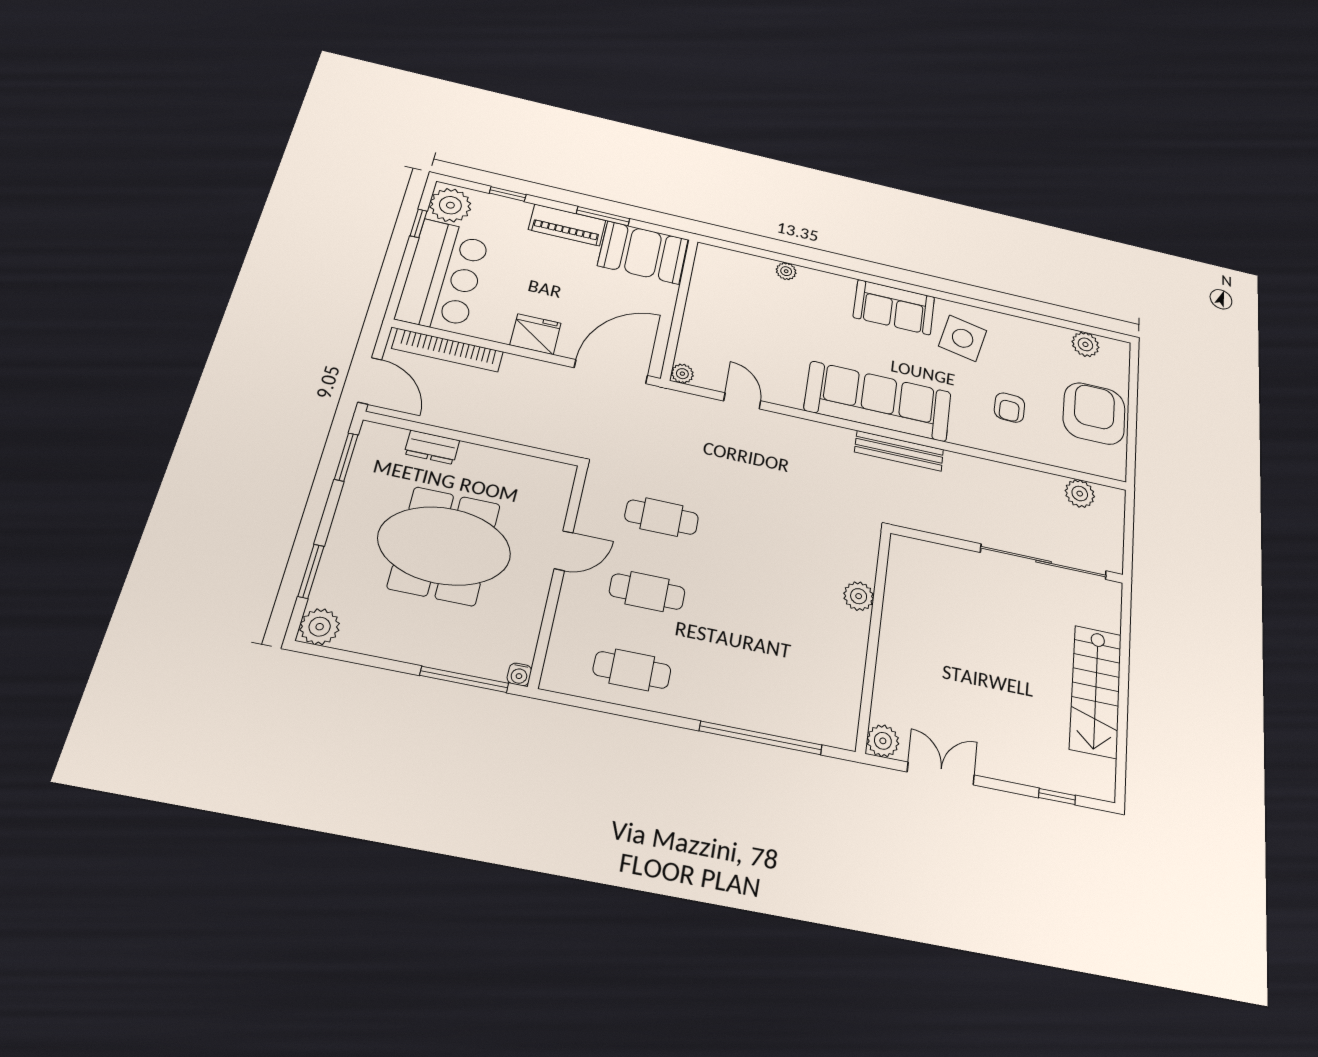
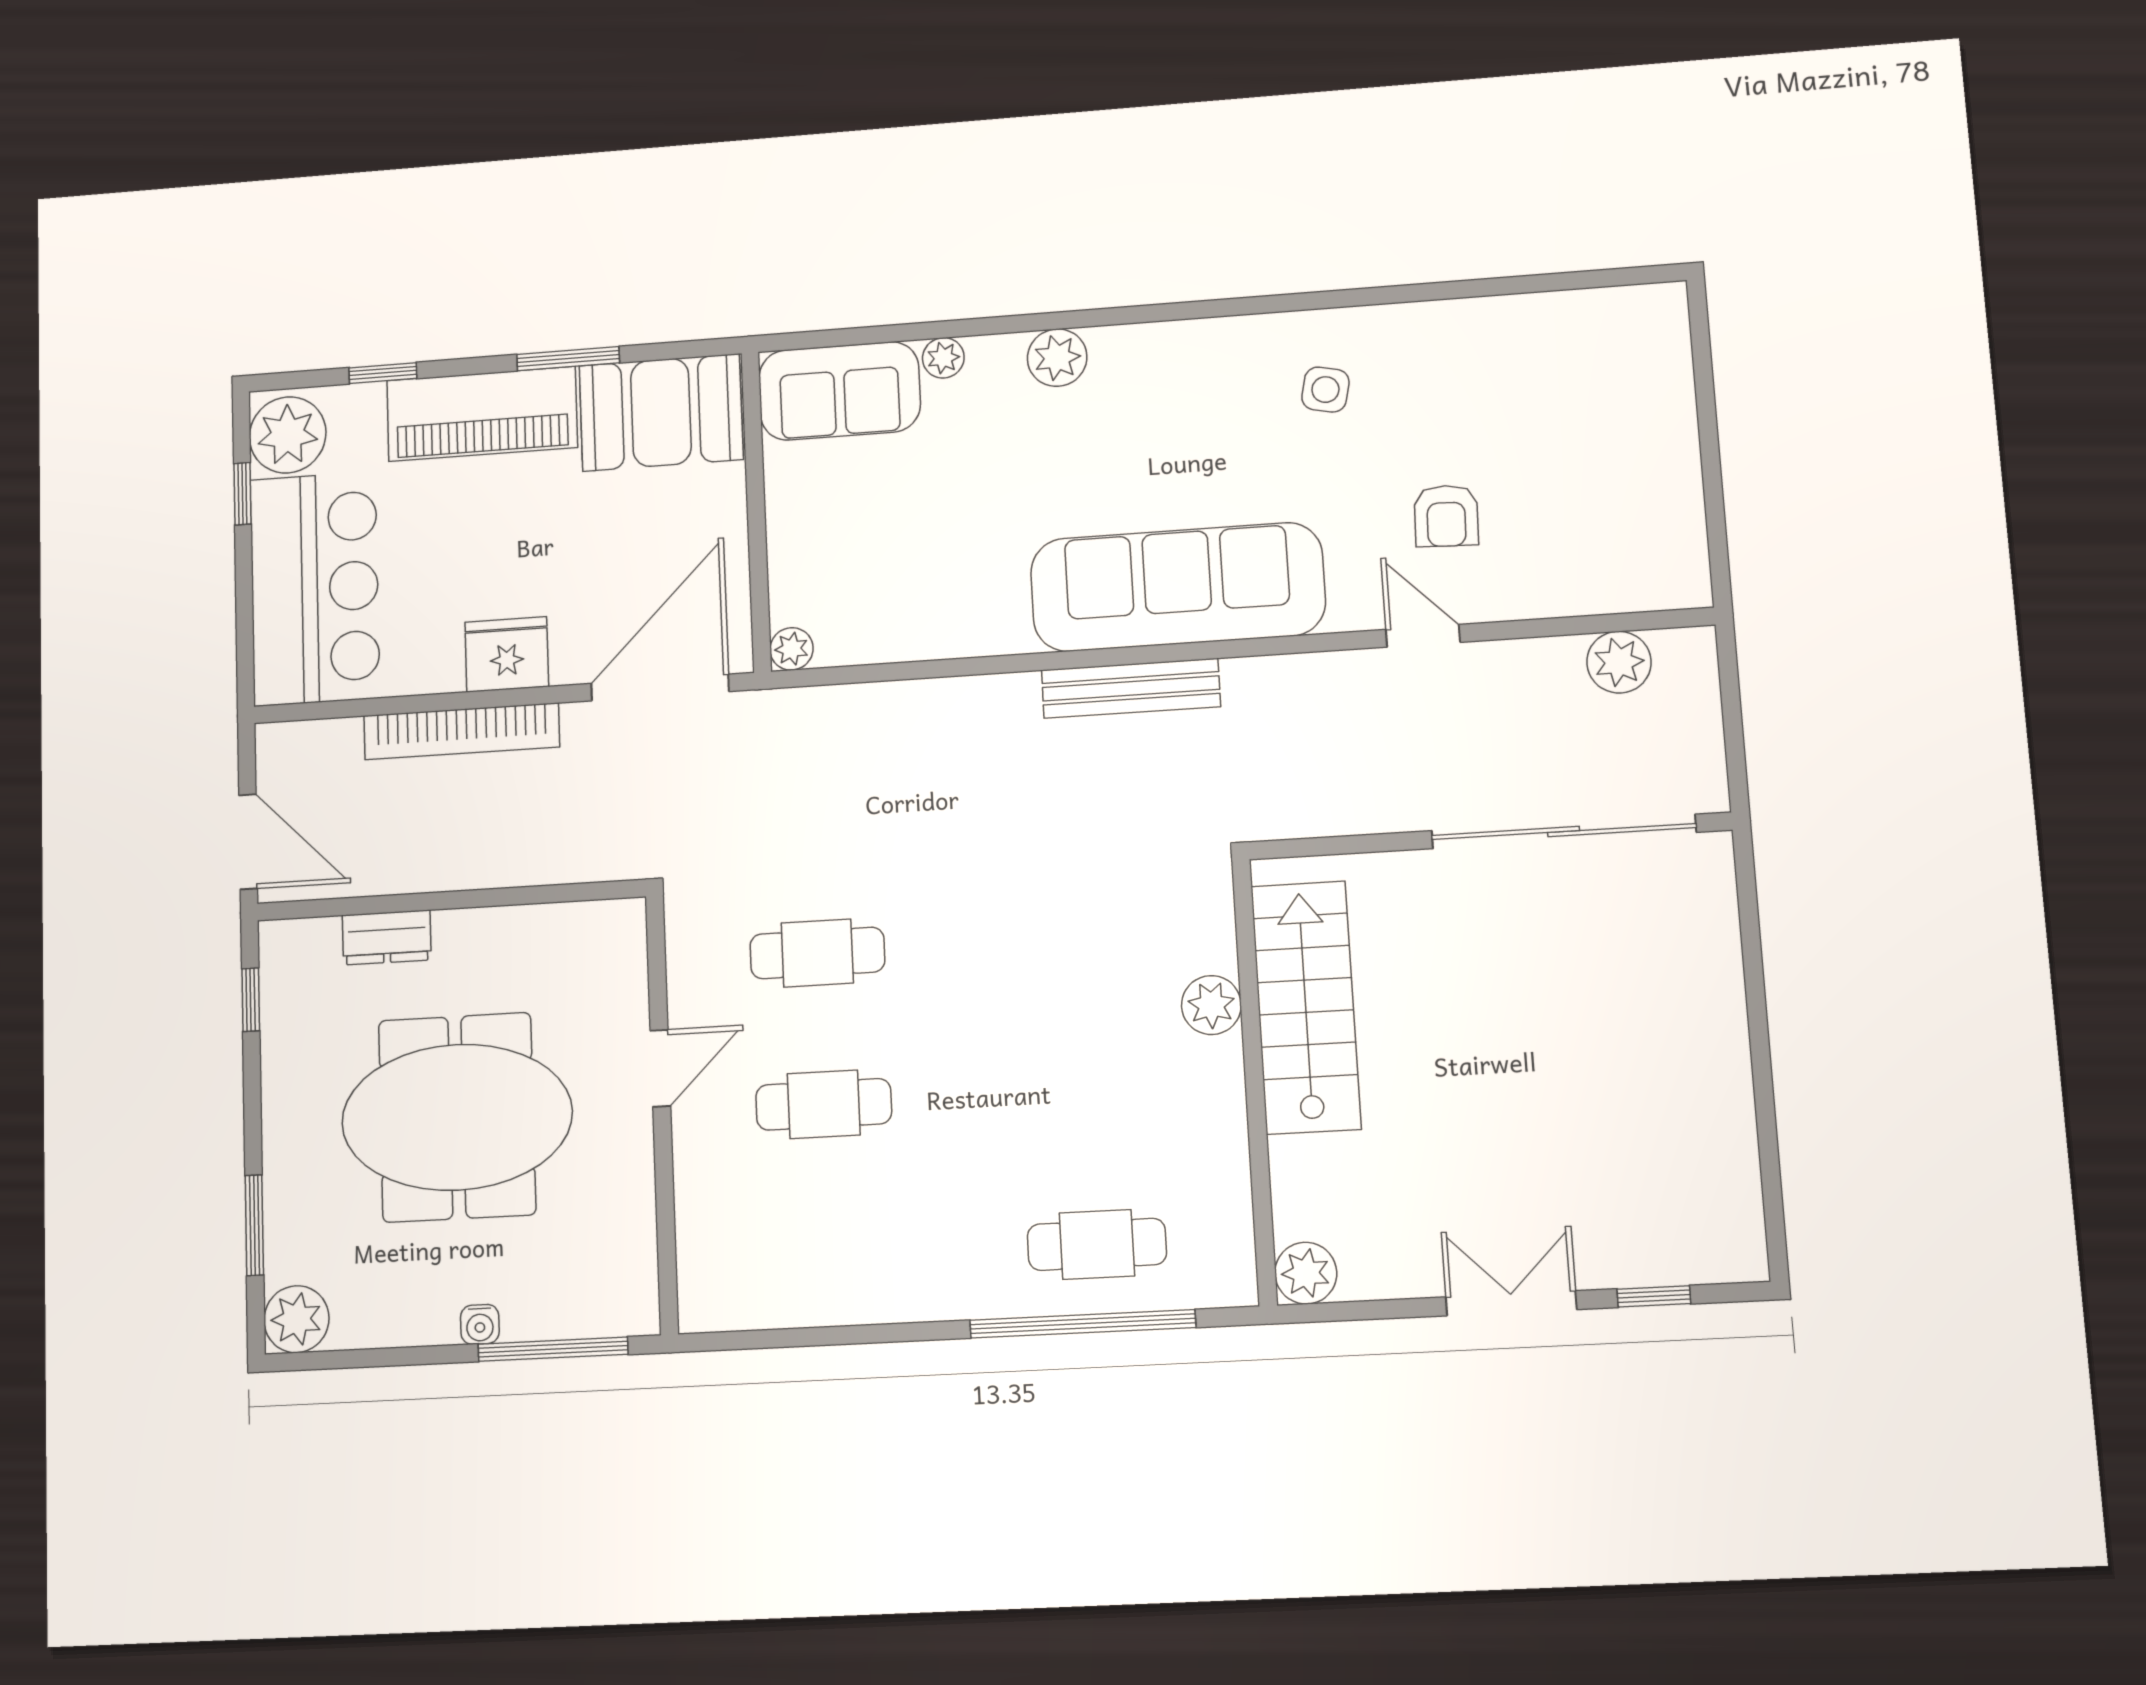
piano: (567, 225) -> (482, 414), width x1.37, depth x1.33
sofa: (894, 307) -> (839, 391), moved
side table: (963, 338) -> (1325, 390), width x0.54, depth x0.54
plant: (1085, 344) -> (1057, 358), moved
bookcase: (448, 350) -> (462, 731), moved
door: (742, 401) -> (1423, 636), moved
armchair: (1094, 413) -> (1627, 472), removed
bench: (899, 451) -> (1131, 688), moved
window: (346, 457) -> (251, 1000), width x0.67
cafe table: (632, 670) -> (1097, 1244), moved
water cooler: (519, 674) -> (480, 1324), moved
stairs: (1096, 691) -> (1306, 1007), moved, turned 180
double door: (941, 774) -> (1511, 1303), moved

